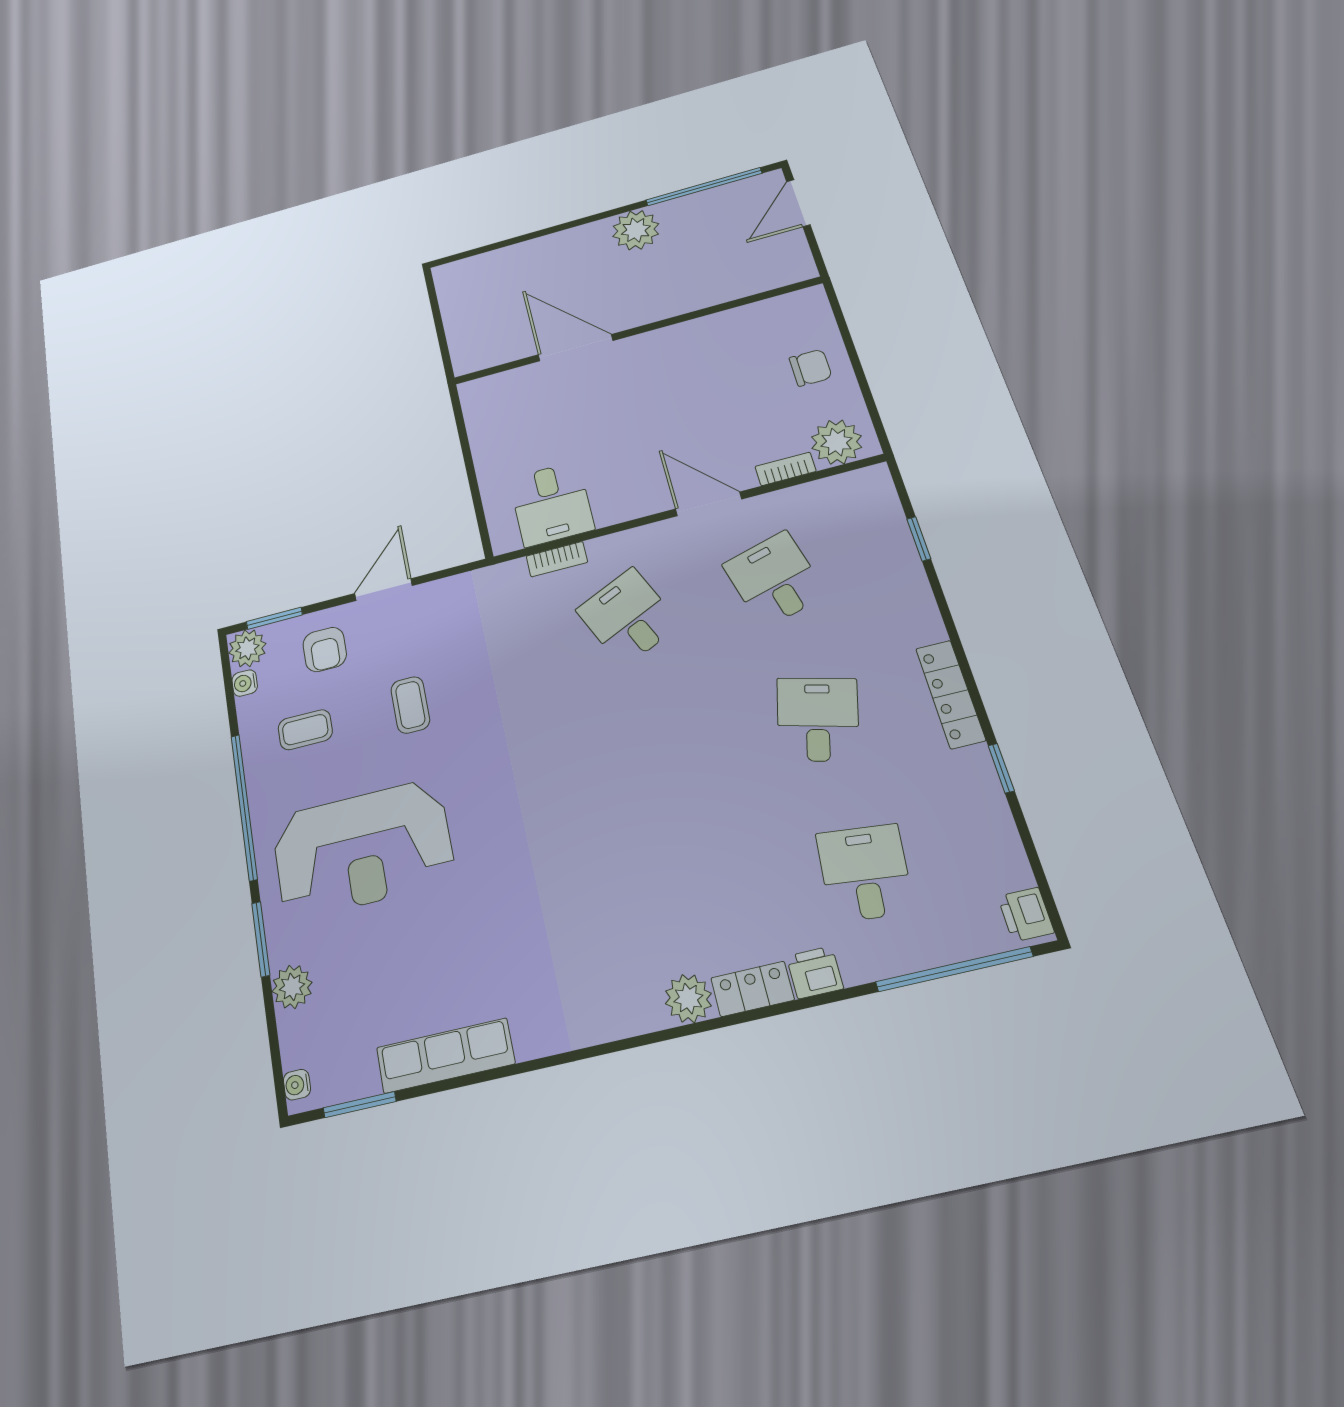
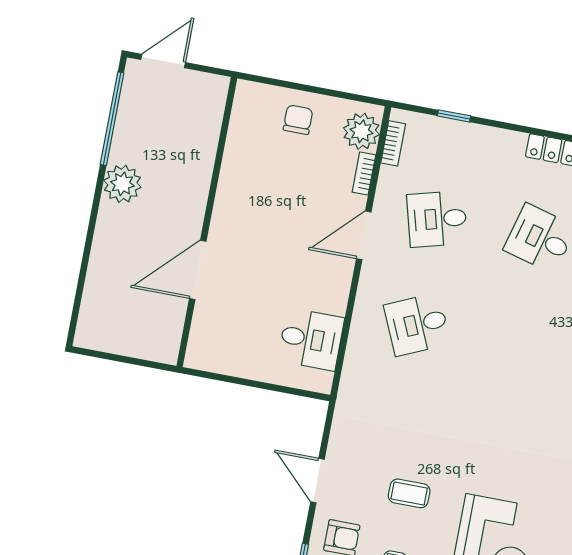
door: (798, 203) -> (163, 61), swing flipped
bookcase: (557, 559) -> (393, 143), moved

